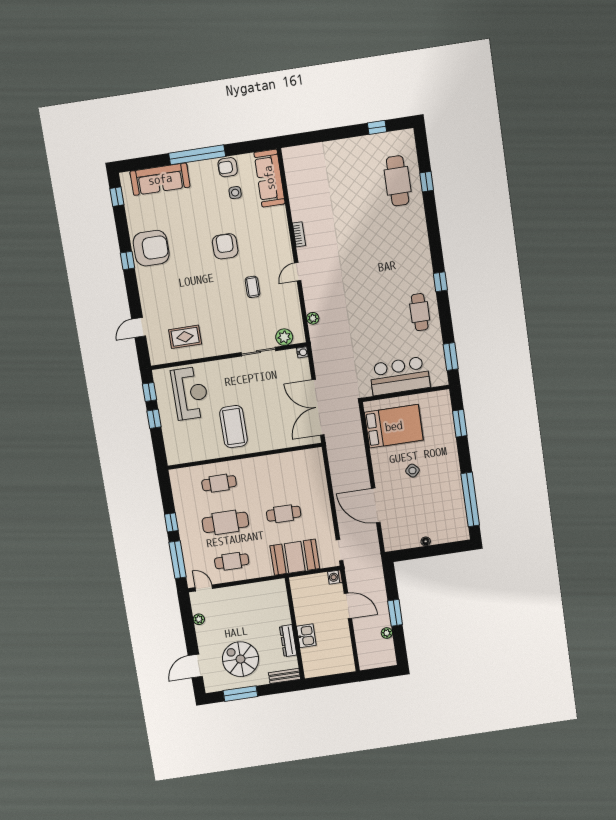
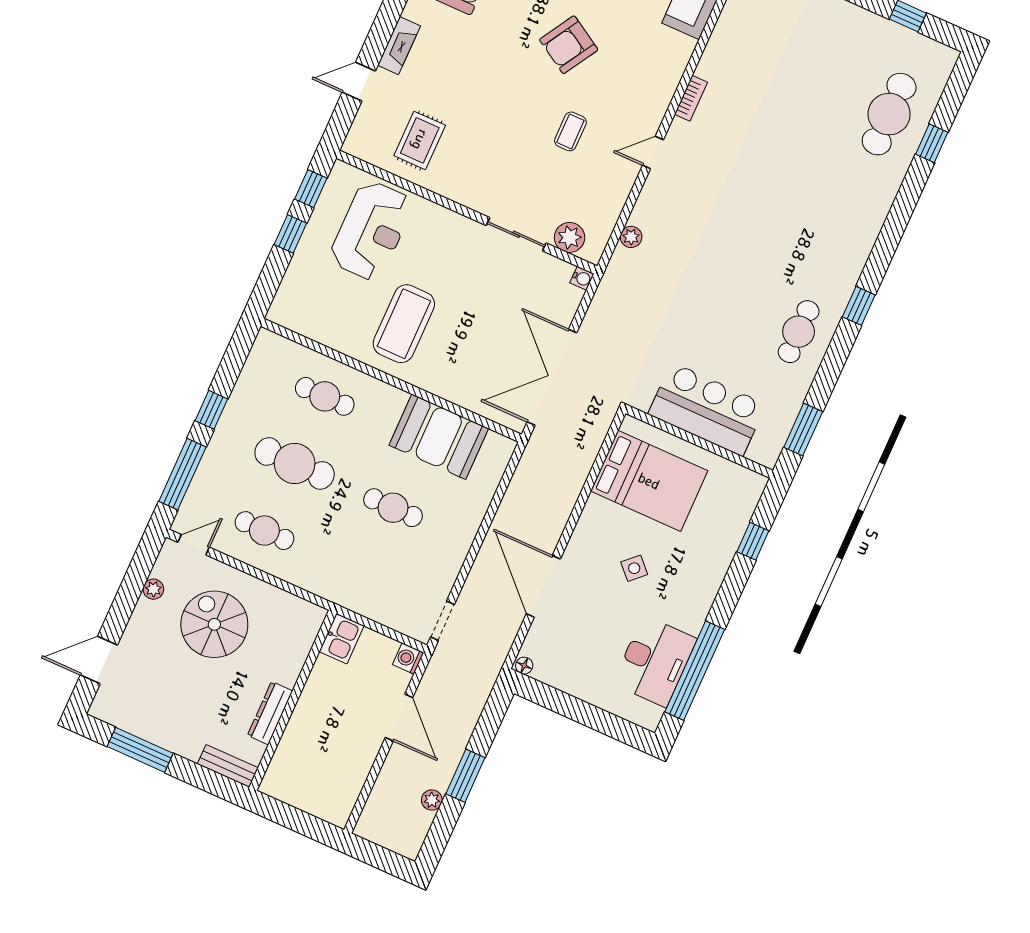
armchair: (225, 246) -> (569, 45), turned -149
fireplace: (146, 298) -> (399, 46), added
rug: (185, 337) -> (420, 140), turned 90
window: (460, 423) -> (753, 541), width x0.67
desk: (449, 507) -> (655, 661), added
floor lamp: (426, 541) -> (524, 666), moved
booth: (295, 557) -> (439, 437), moved
door: (204, 588) -> (194, 545), hinge flipped
kitchen sink: (306, 636) -> (342, 639), moved
spiral stairs: (240, 659) -> (214, 624), moved

